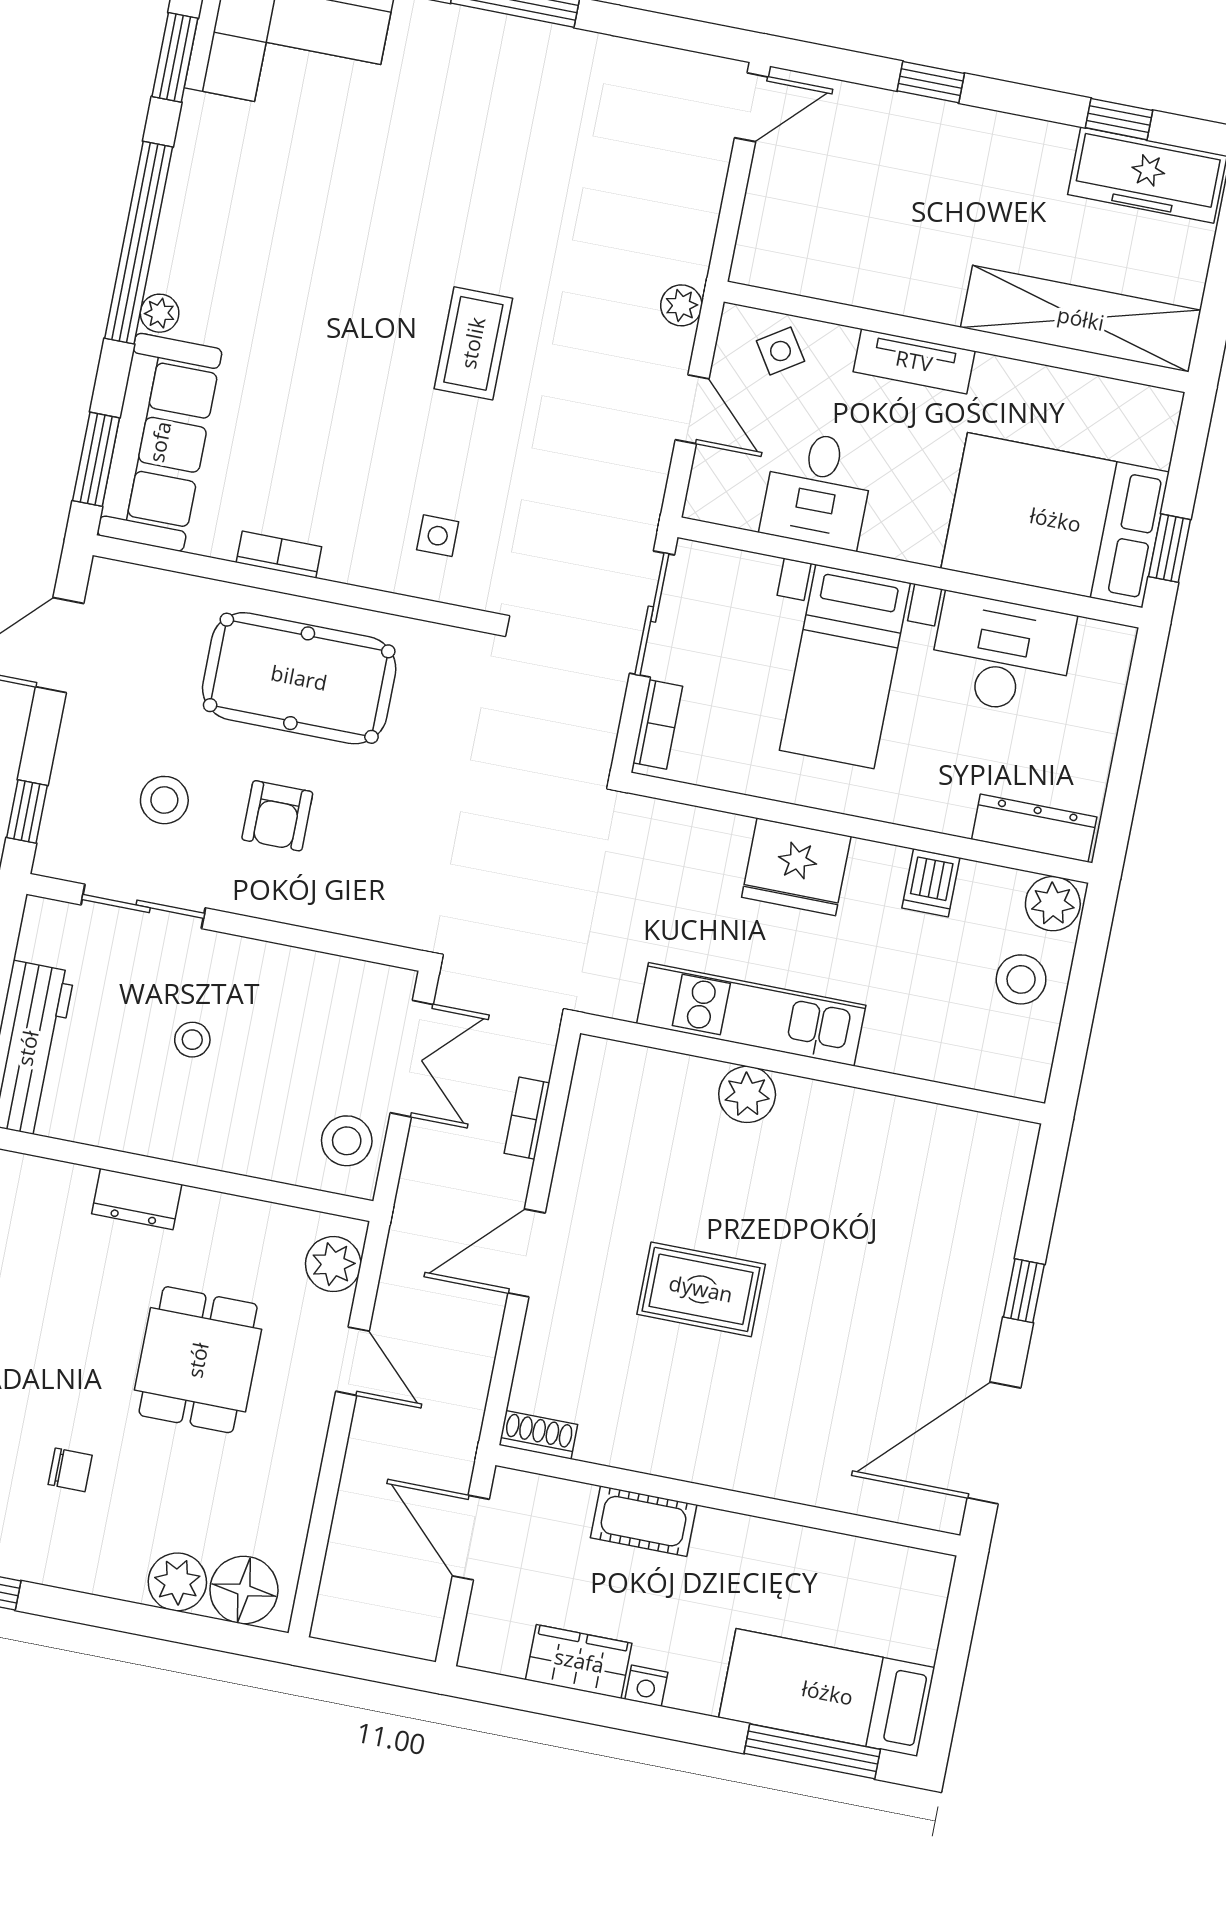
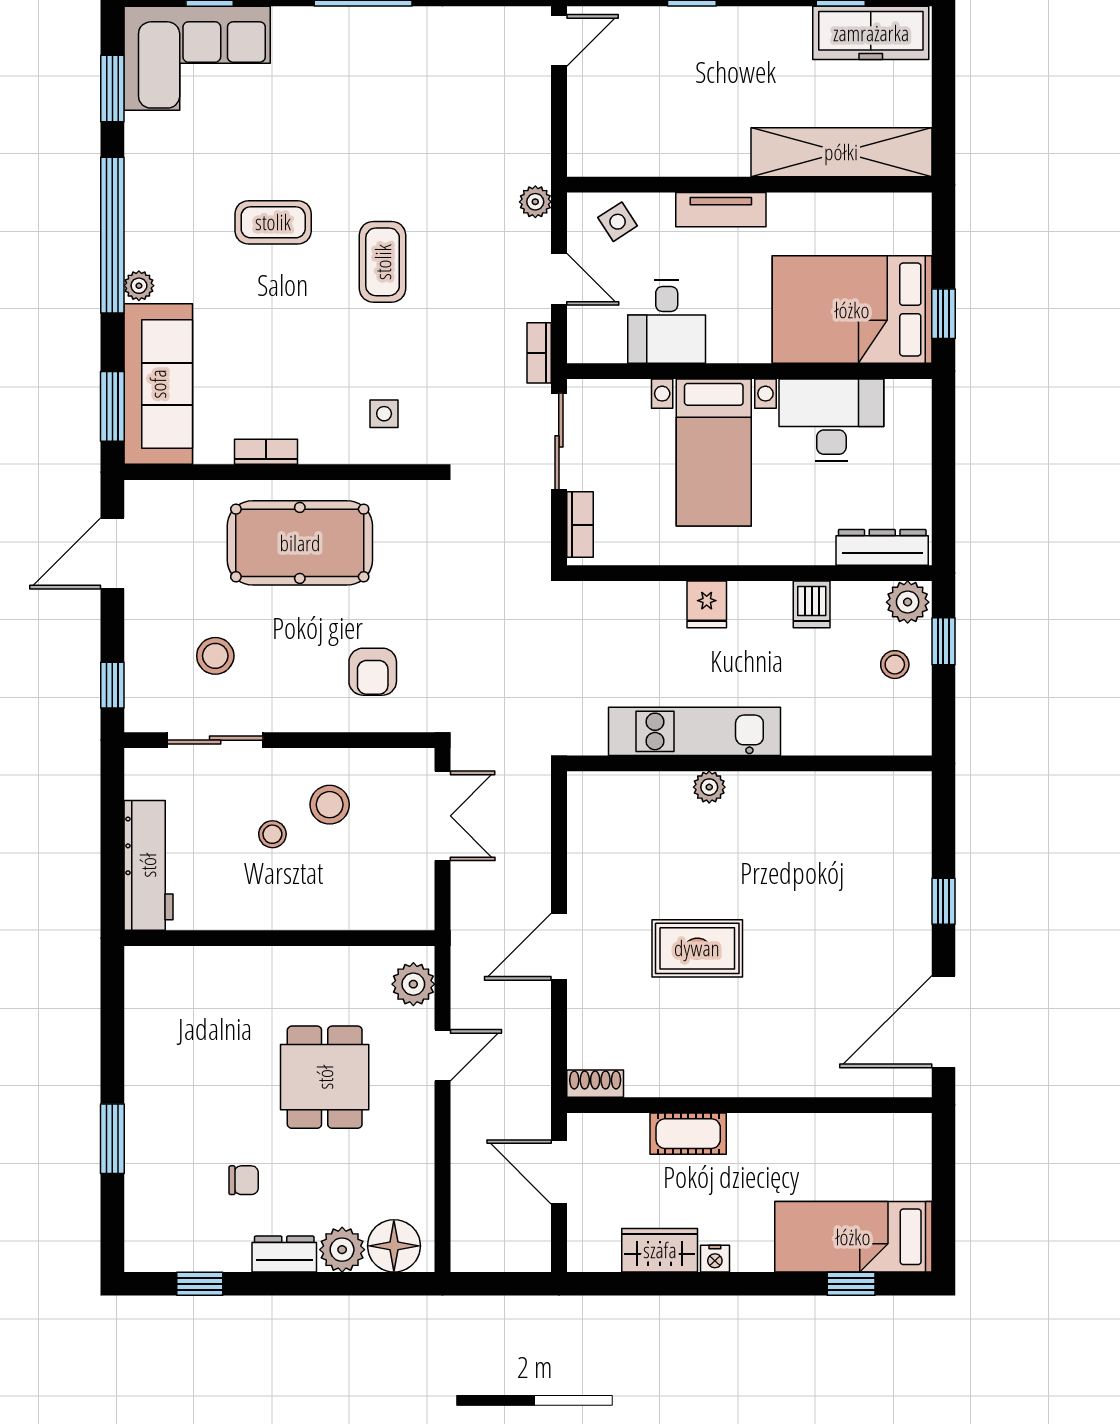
coffee table: (345, 266) -> (273, 222), added
armchair: (277, 816) -> (373, 672), moved
fridge: (796, 867) -> (707, 604), width x0.53, depth x0.75
window: (1088, 962) -> (943, 641), added
stool: (1021, 979) -> (895, 665), width x0.73, depth x0.73
plant: (747, 1094) -> (709, 787), width x0.73, depth x0.73
bookcase: (527, 1118) -> (539, 353), moved
stool: (347, 1141) -> (330, 805), moved
dresser: (137, 1199) -> (284, 1254), moved, turned 180
door: (352, 1361) -> (442, 1055), hinge flipped
window: (812, 1751) -> (851, 1284), width x0.46

